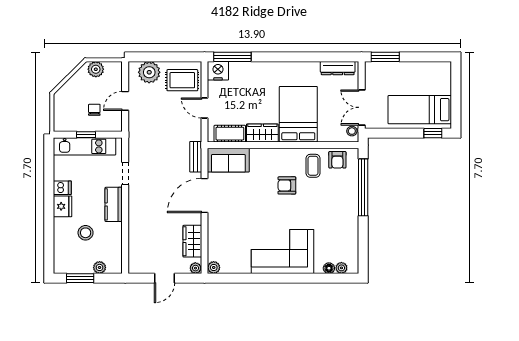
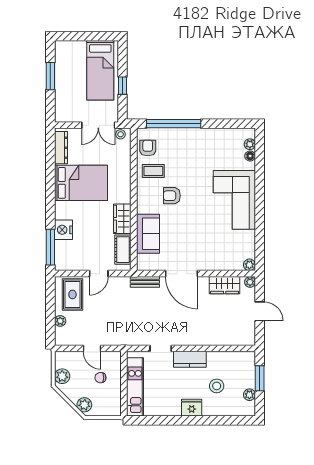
window: (385, 57) -> (50, 76), moved
nightstand: (218, 71) -> (64, 230), moved
plant: (149, 72) -> (60, 321), width x0.53, depth x0.53
plant: (66, 93) -> (84, 405), added
bed: (298, 114) -> (81, 183), moved, turned 180
window: (433, 133) -> (122, 86), moved
window: (86, 135) -> (124, 385), removed
sofa: (228, 160) -> (148, 234), moved
armchair: (337, 160) -> (148, 148), turned -90
armchair: (287, 185) -> (172, 196), turned 90
dishwasher: (62, 188) -> (174, 408), removed
plant: (100, 267) -> (249, 395), moved
window: (80, 278) -> (260, 378), moved

